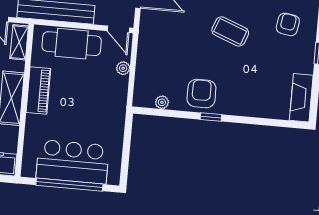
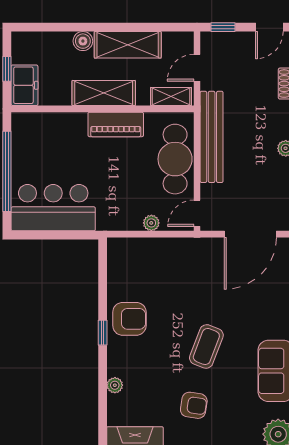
armchair: (288, 24) -> (194, 405), moved
plant: (162, 102) -> (115, 385), moved
bar counter: (73, 162) -> (53, 208), moved, turned -90

